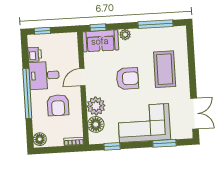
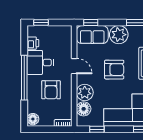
plant: (125, 35) -> (119, 35), width x1.87, depth x1.87
door: (82, 77) -> (74, 66), swing flipped

